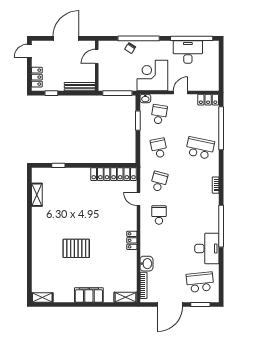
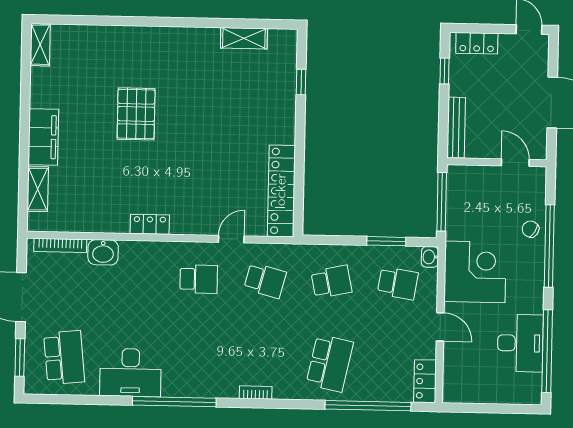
shelving: (125, 297) -> (38, 189), moved

